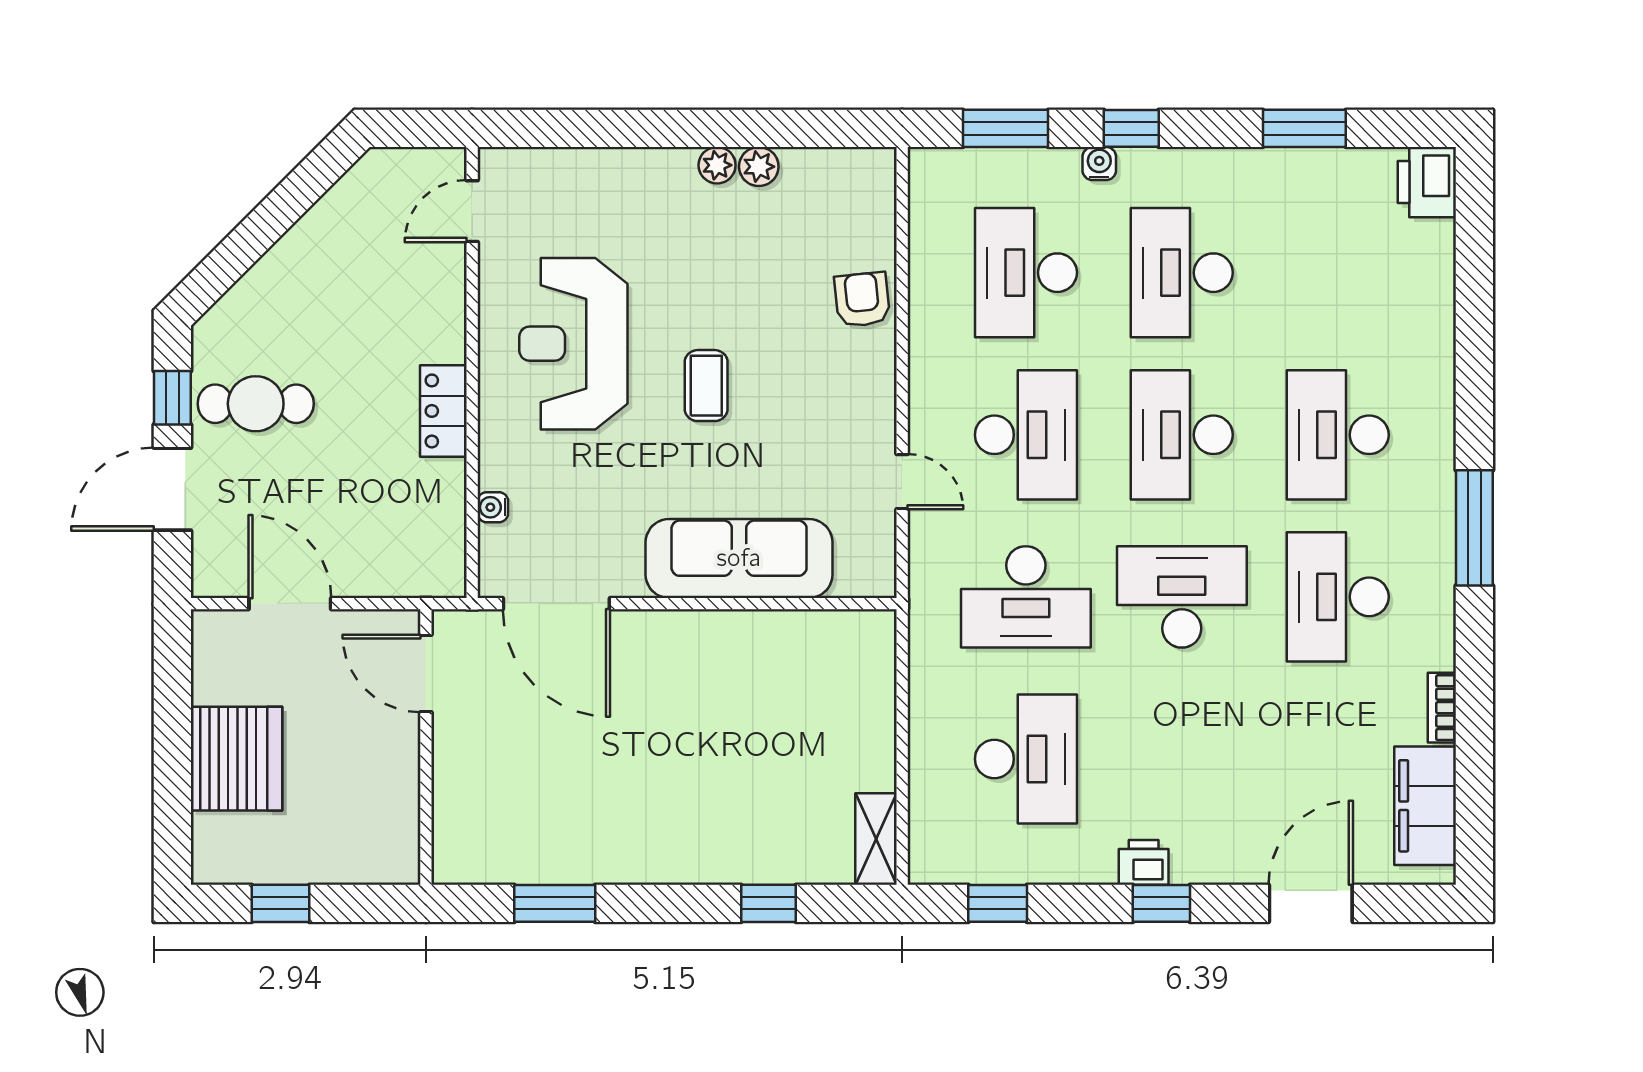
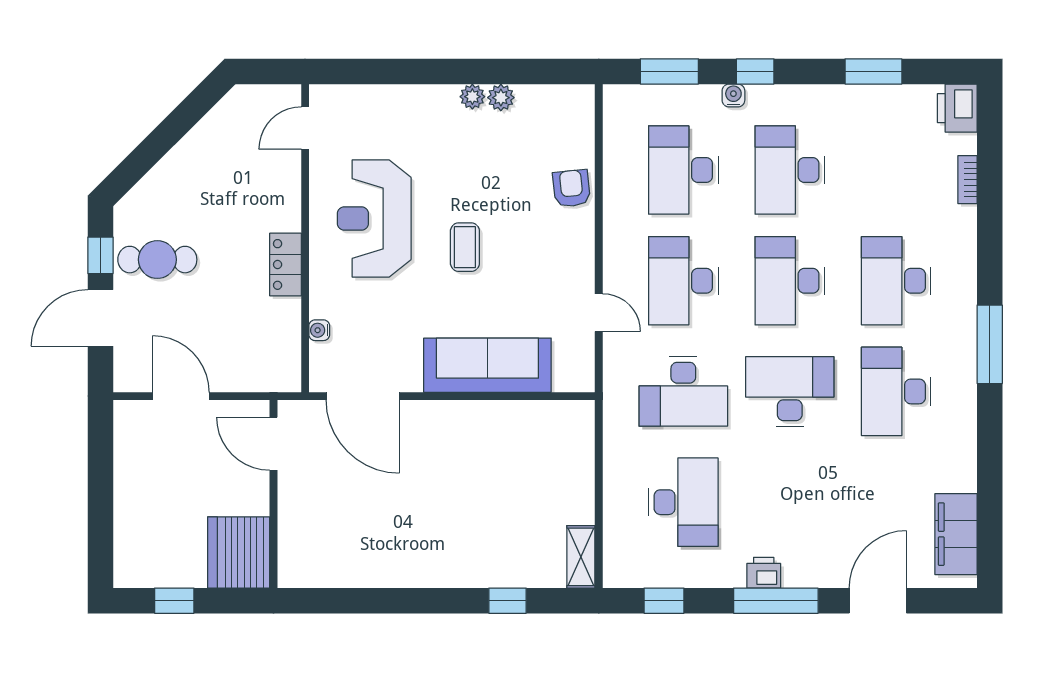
desk: (1026, 435) -> (683, 281), turned 180
bookcase: (1442, 708) -> (967, 180), moved
server rack: (236, 759) -> (239, 553), moved, turned 180
window: (555, 903) -> (362, 601), removed
window: (1161, 903) -> (776, 601), width x2.17

